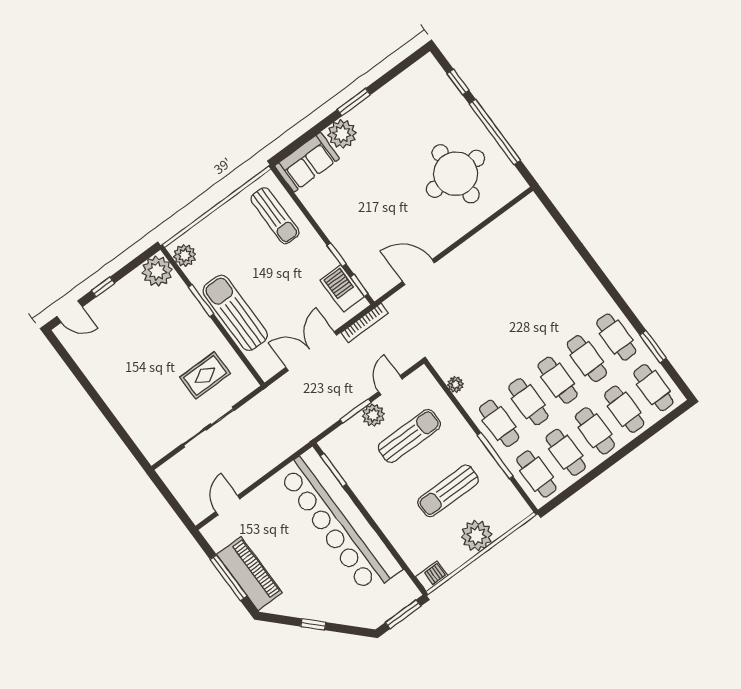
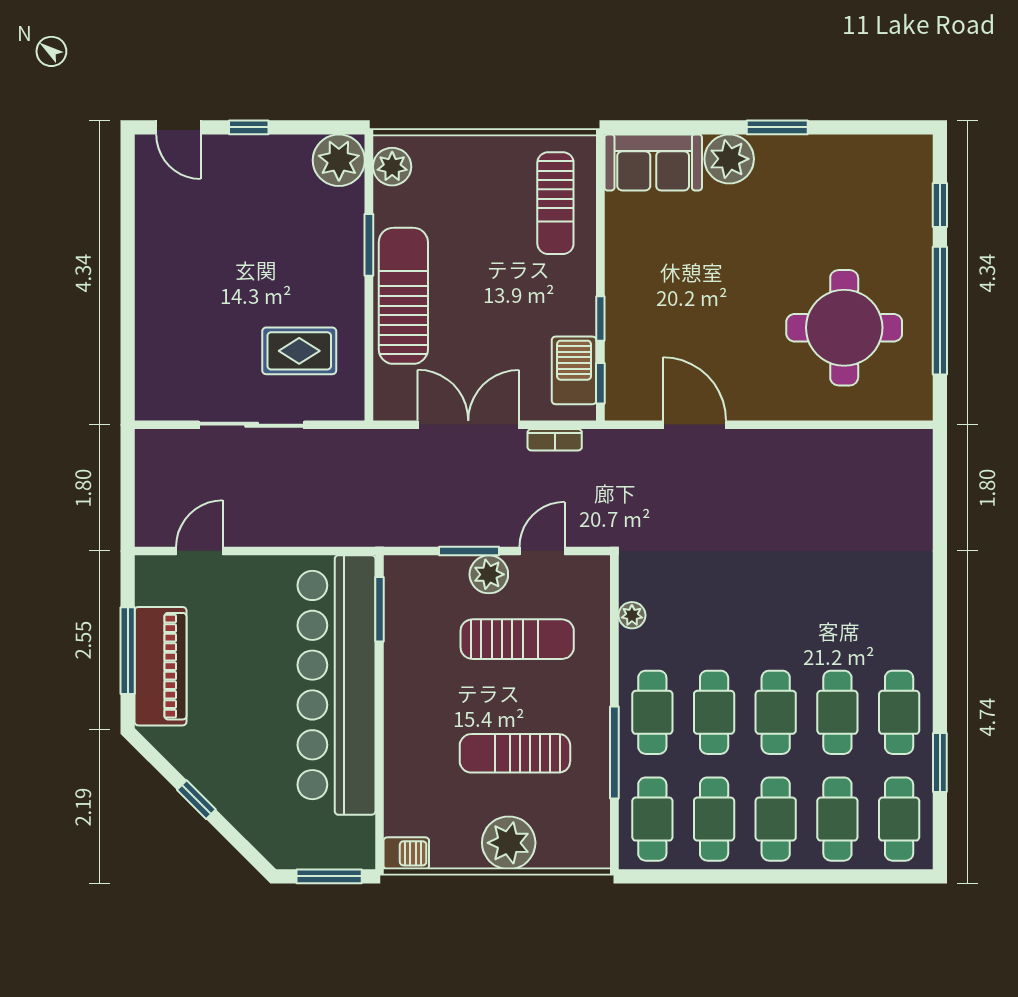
bookcase: (365, 323) -> (555, 440), width x0.64

